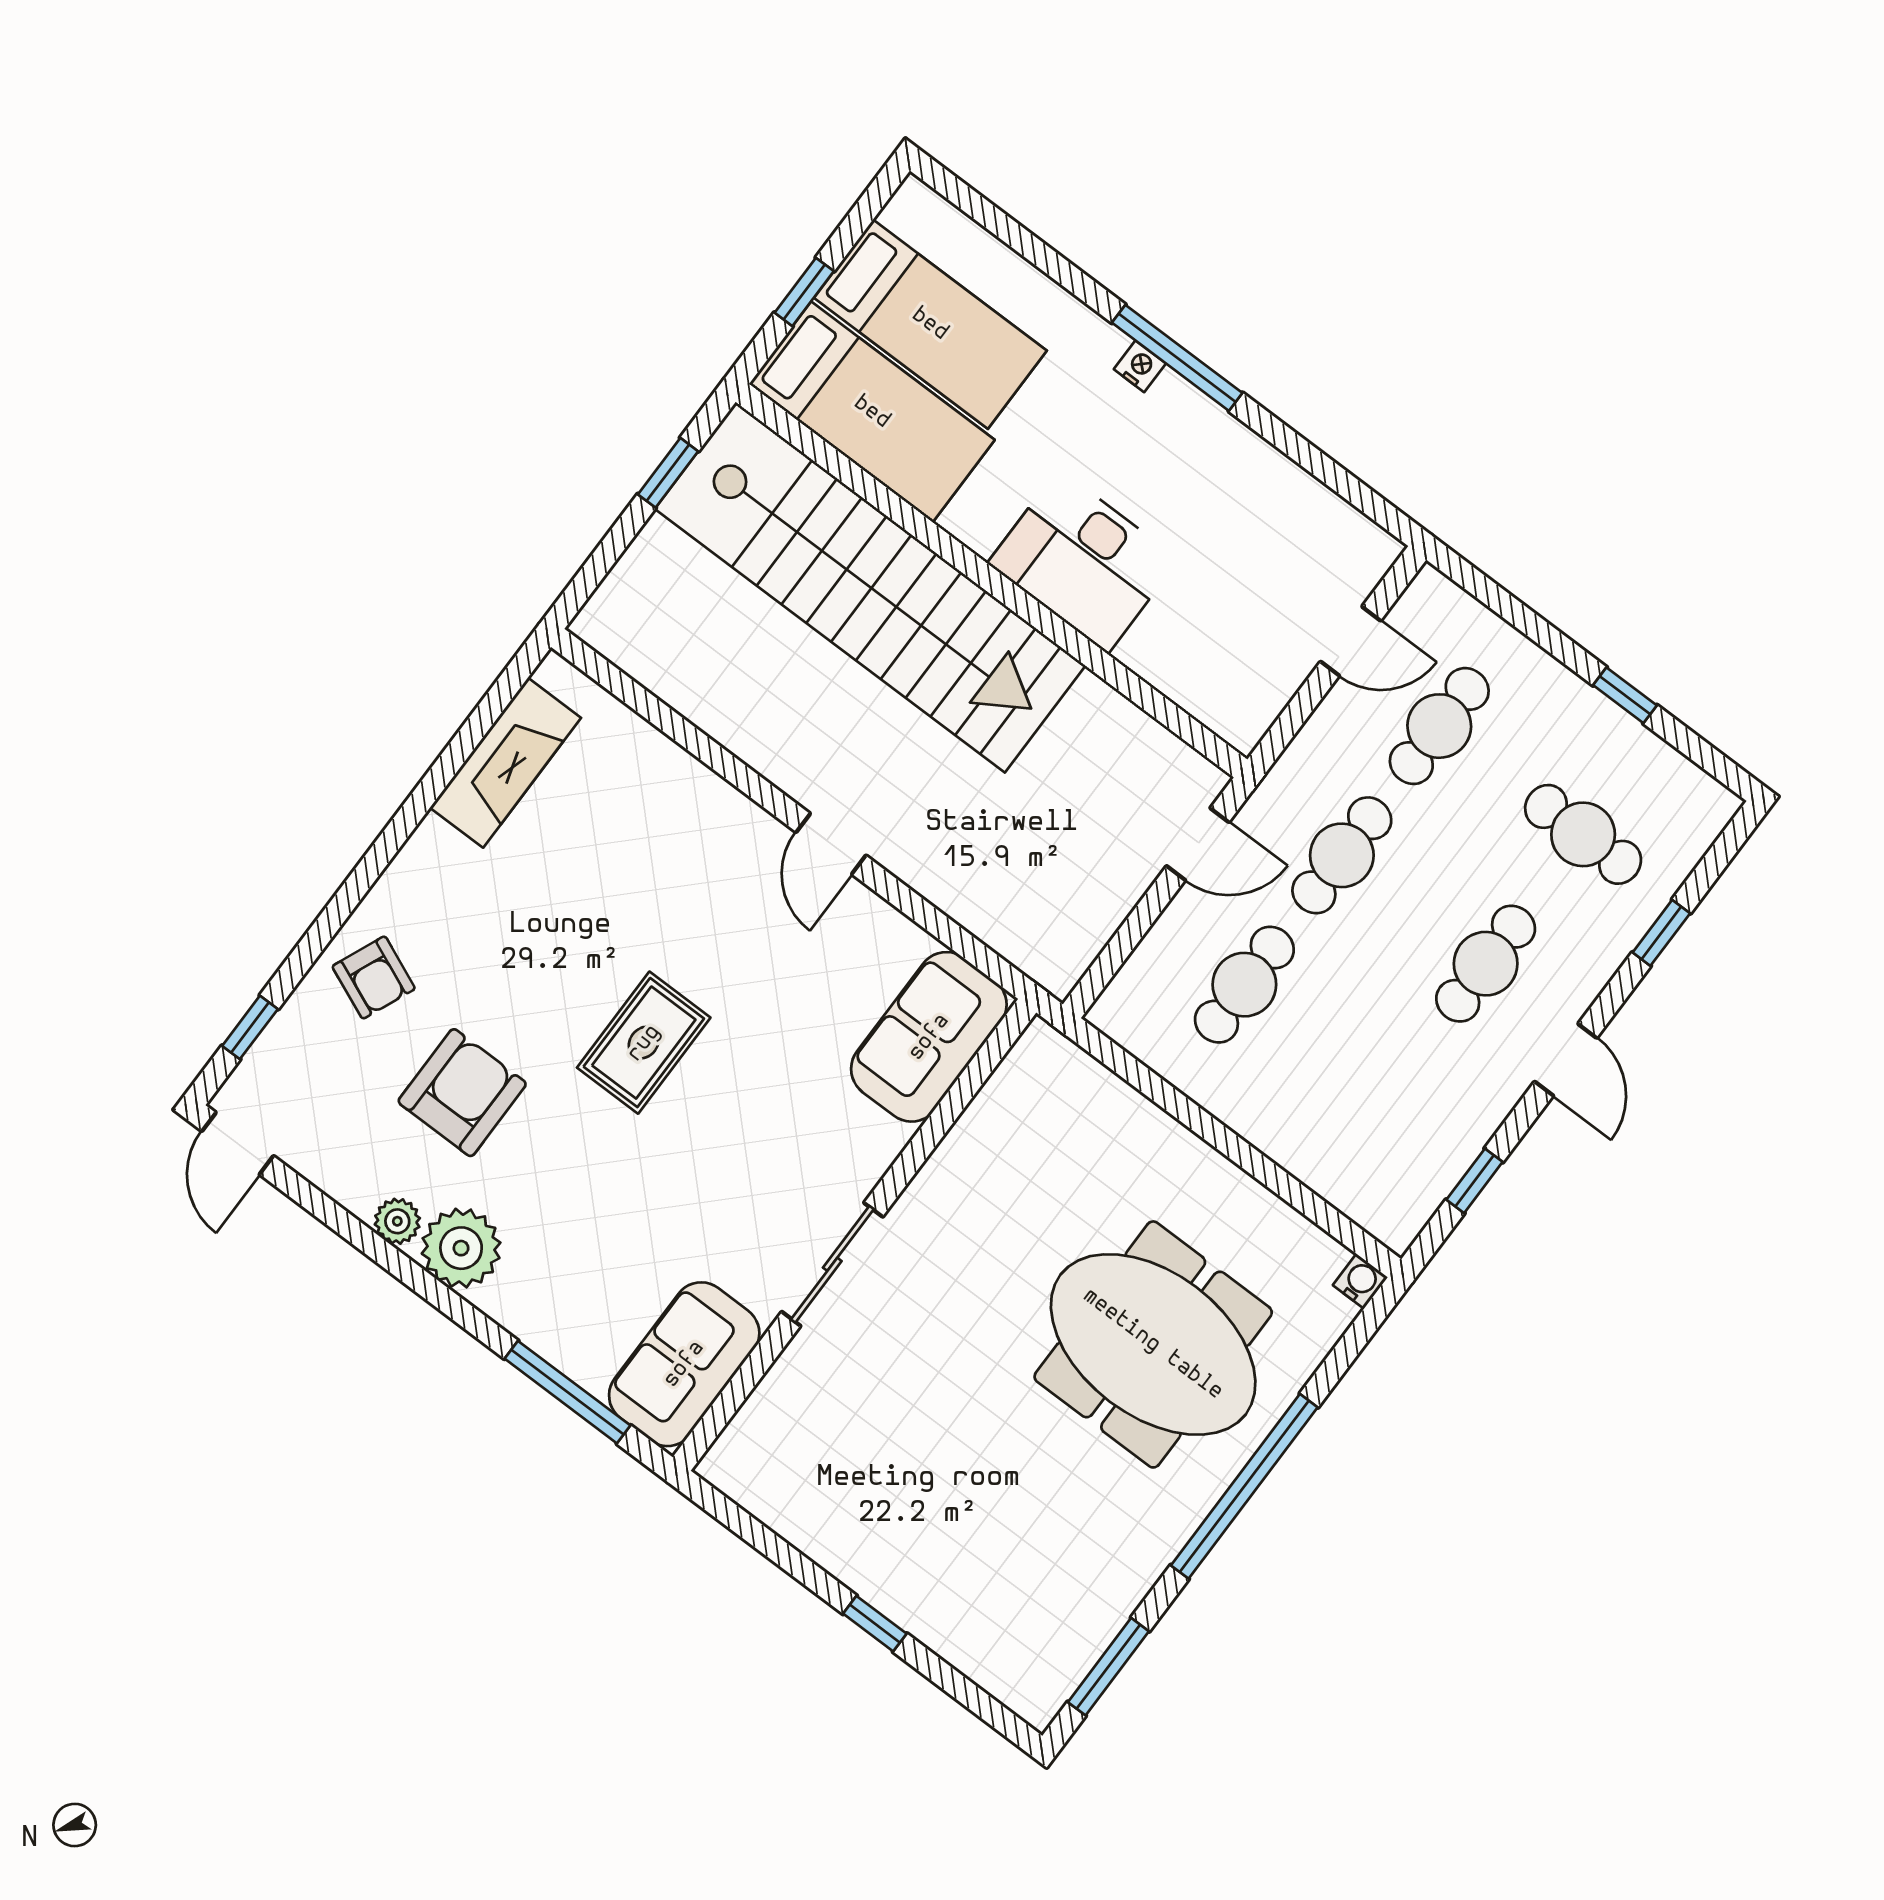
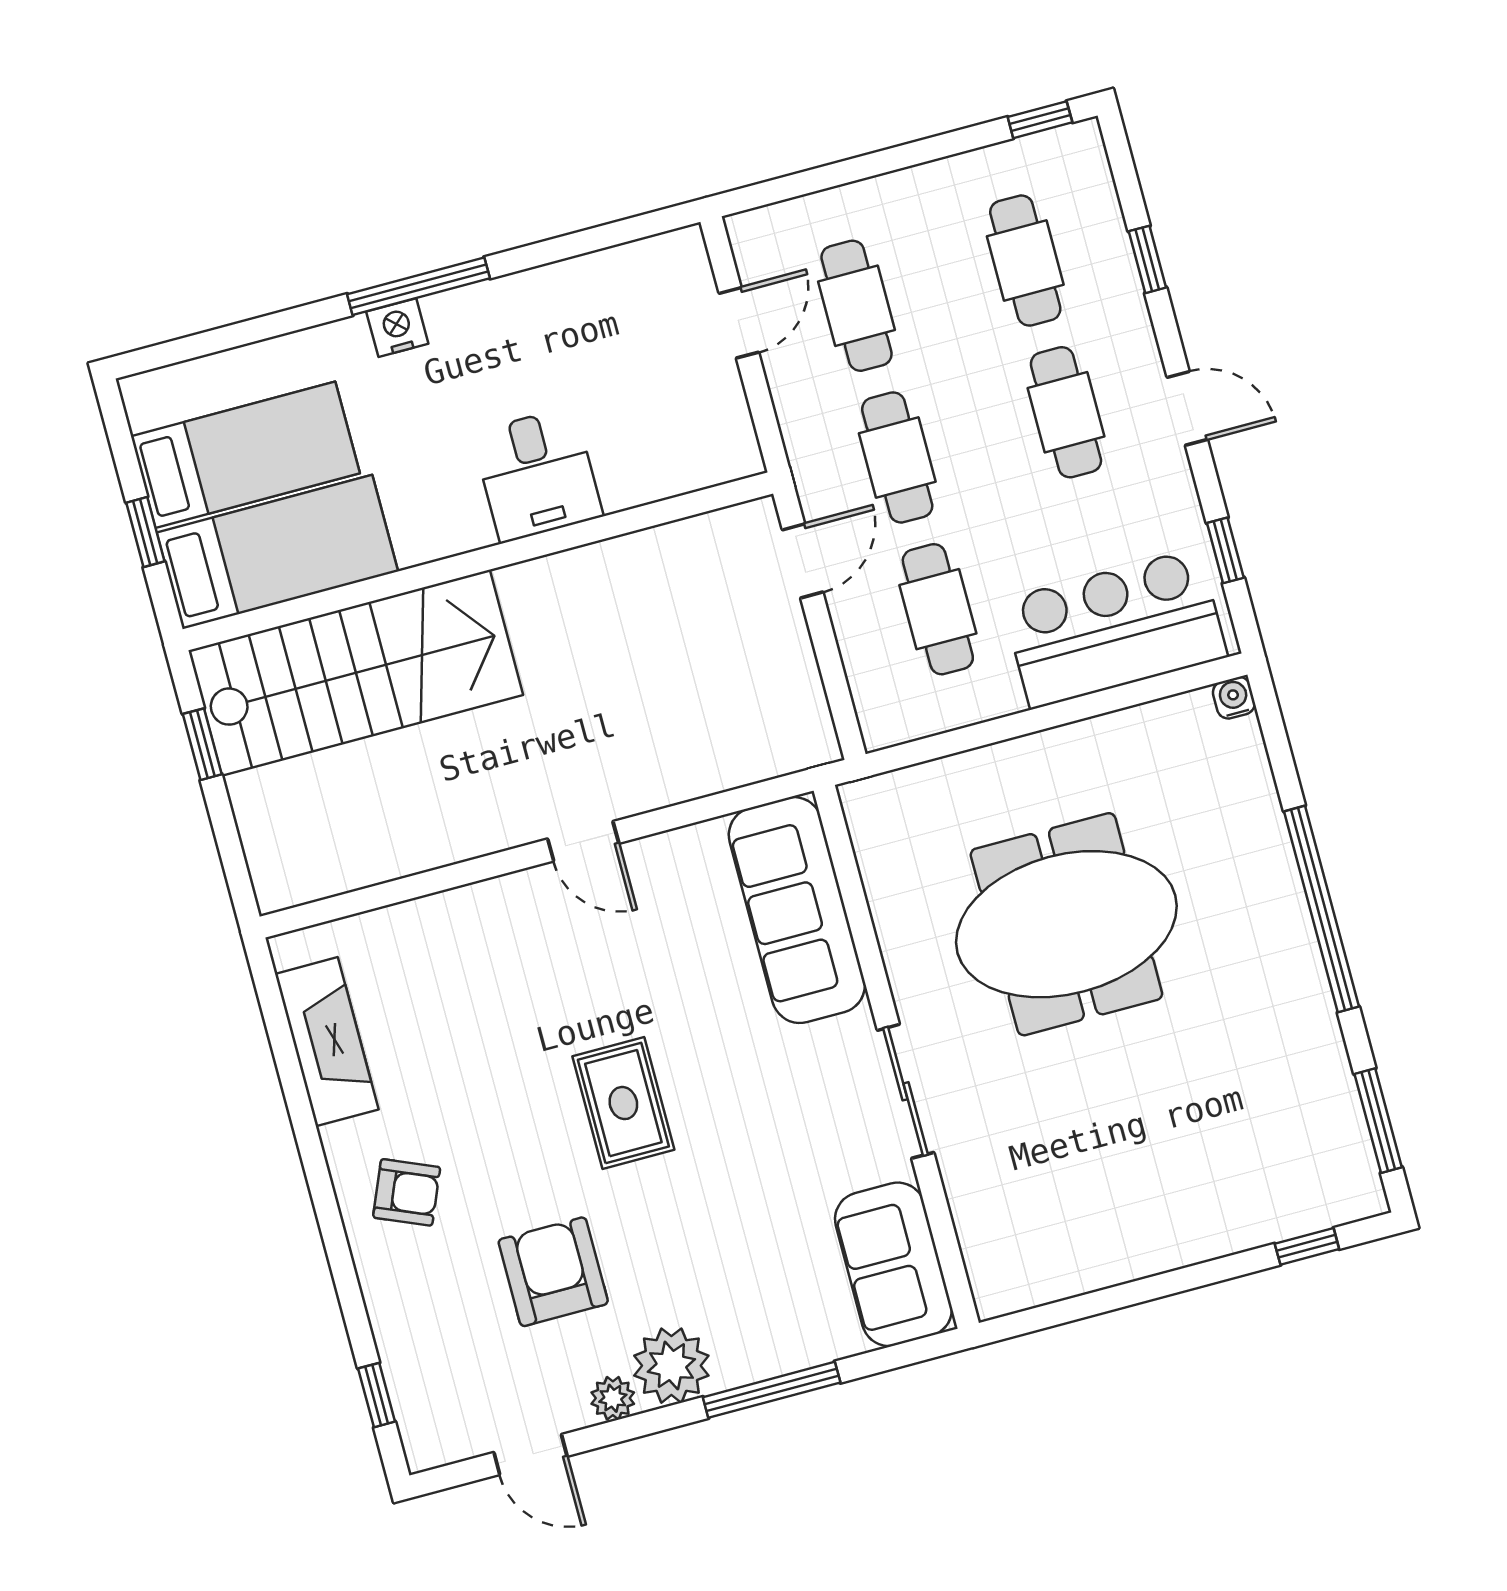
nightstand: (1140, 366) -> (397, 328), width x1.39, depth x1.35
desk: (1083, 561) -> (537, 475), width x0.73
stairs: (870, 587) -> (356, 673), width x0.73
window: (1625, 695) -> (1040, 120), moved
cafe table: (1583, 834) -> (1025, 261), turned 90
armchair: (374, 977) -> (407, 1192), moved
sofa: (929, 1037) -> (797, 910), width x1.36
bar counter: (1341, 1141) -> (1115, 629), added
door: (238, 1144) -> (530, 1454), moved
meeting table: (1153, 1344) -> (1066, 924), moved
window: (567, 1392) -> (772, 1390), moved
window: (875, 1624) -> (1307, 1246), moved

